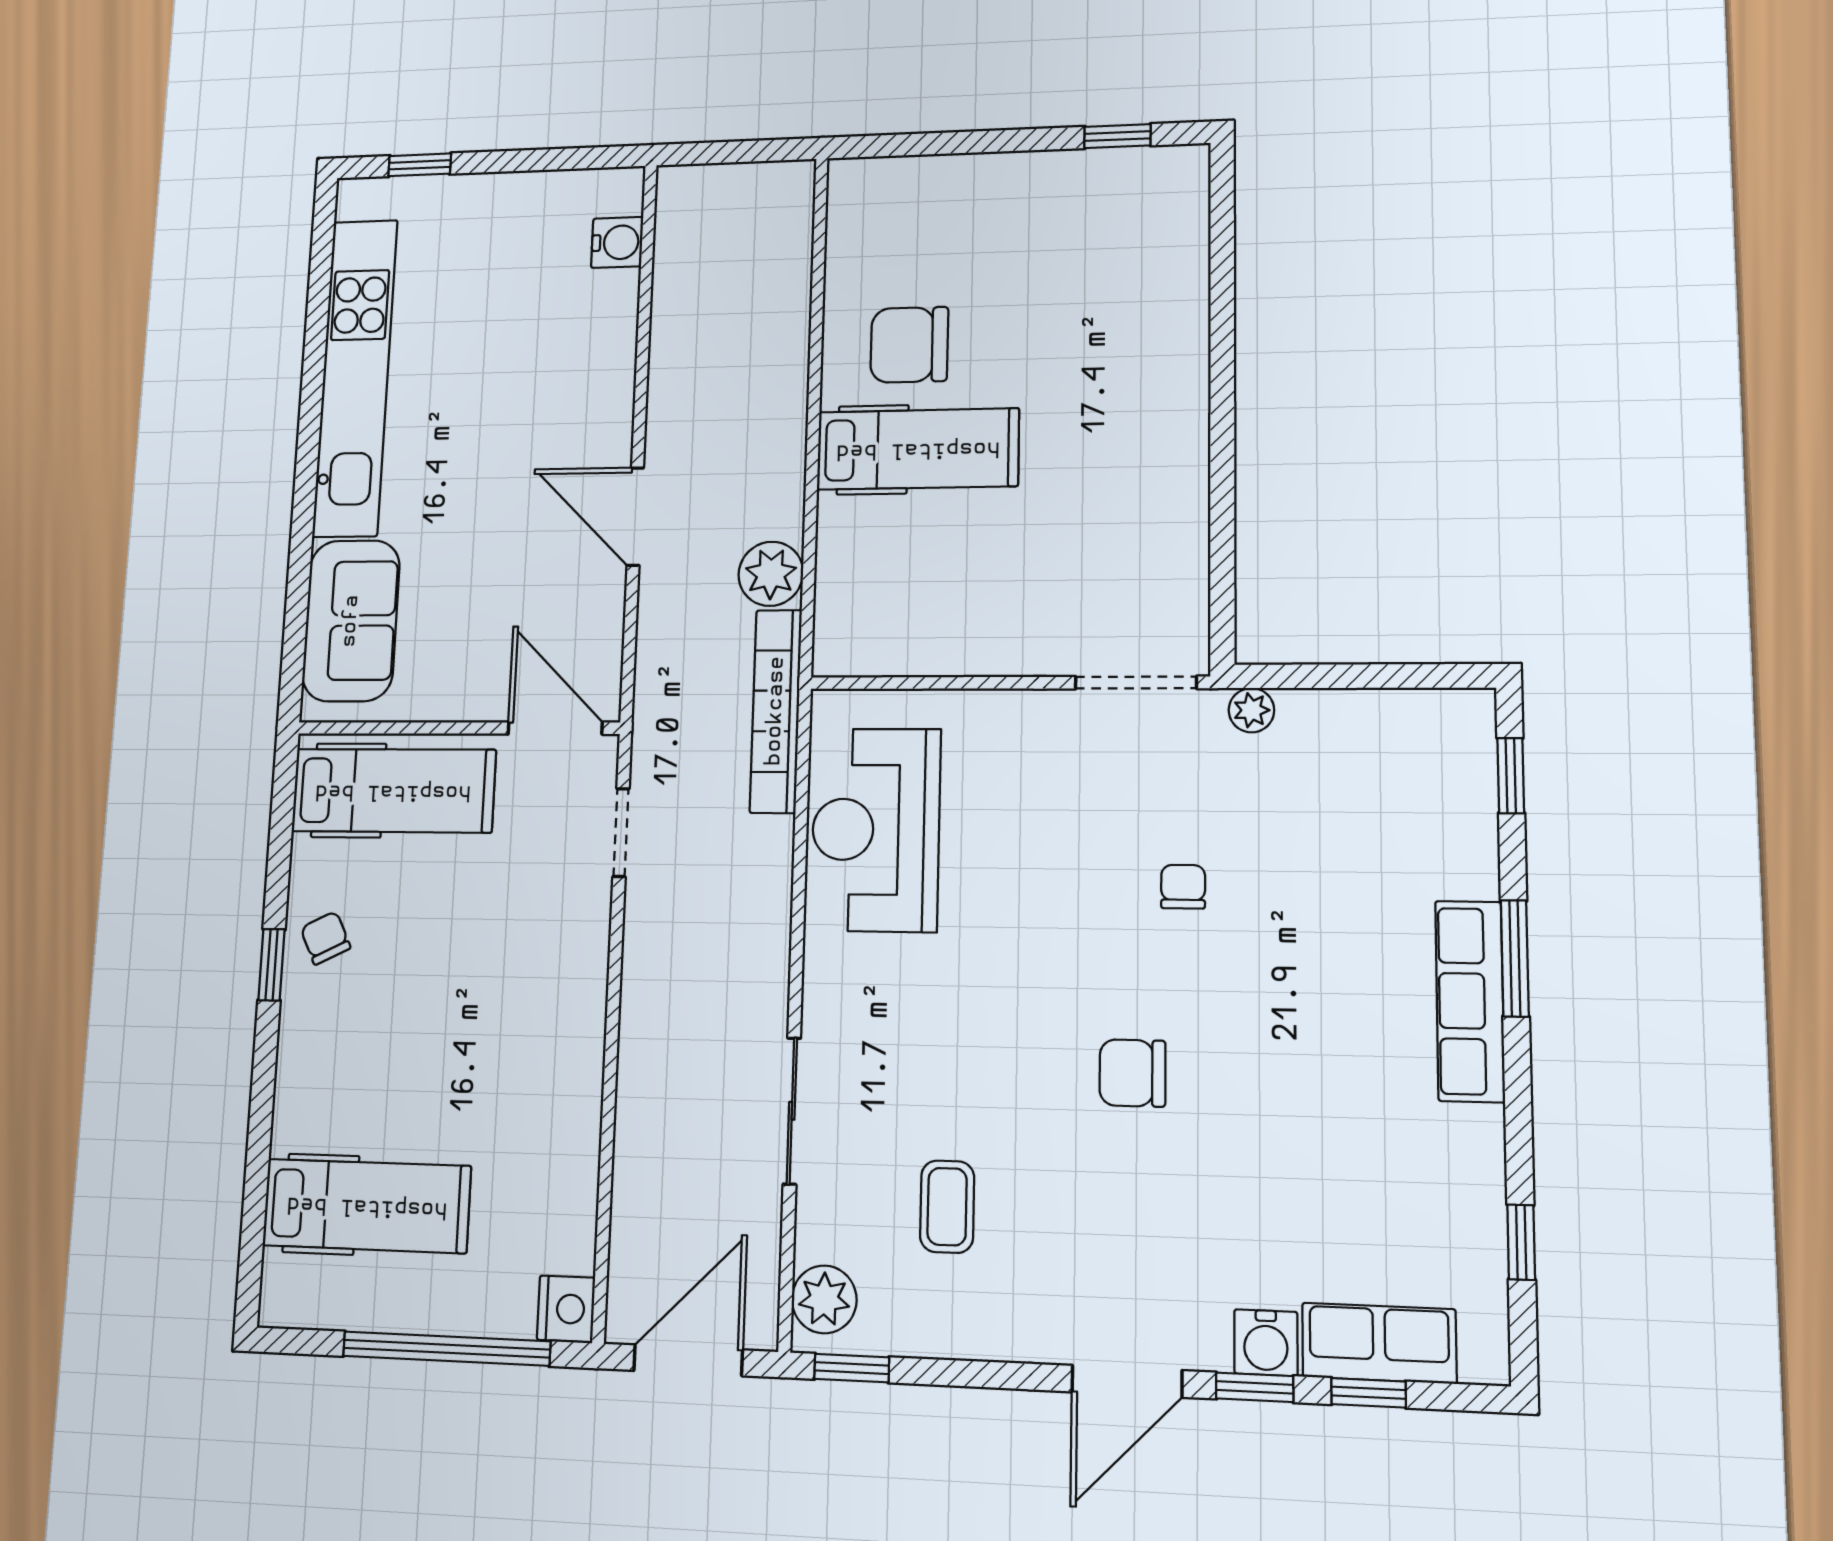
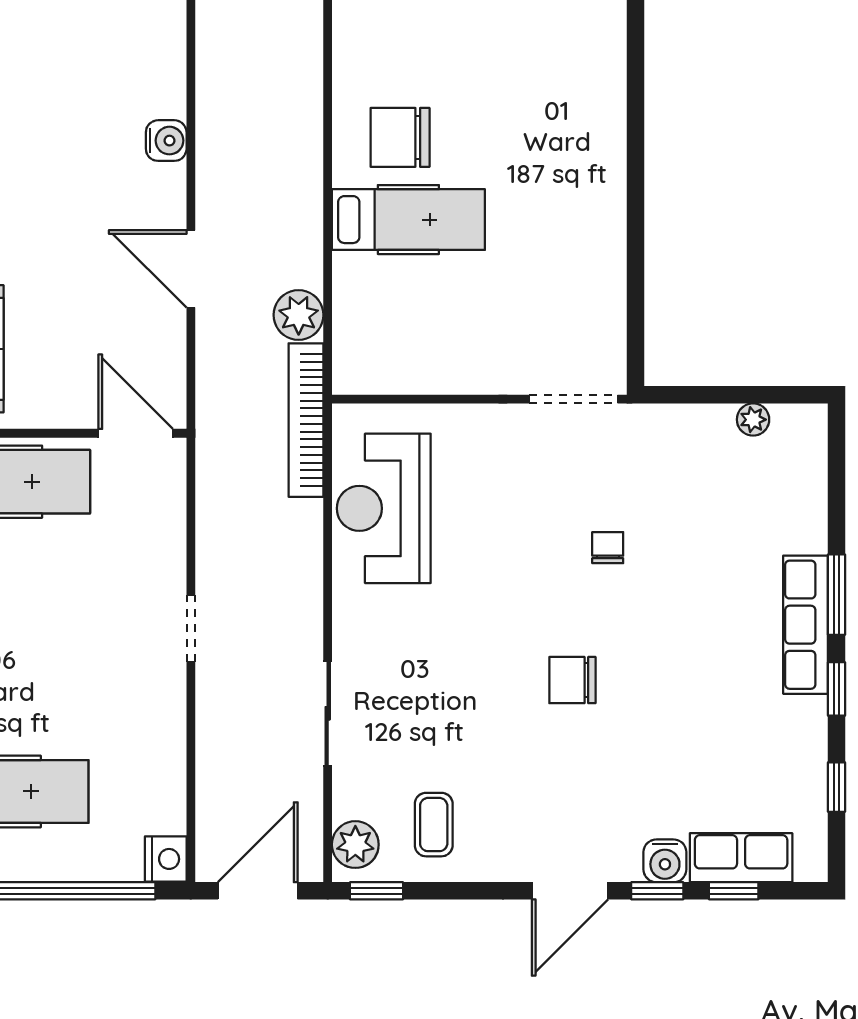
water cooler: (617, 242) -> (166, 141), moved
plant: (1251, 710) -> (753, 420), moved
window: (1511, 776) -> (837, 689), moved
doorway: (621, 833) -> (191, 629), moved
coffee table: (947, 1207) -> (434, 825), moved

